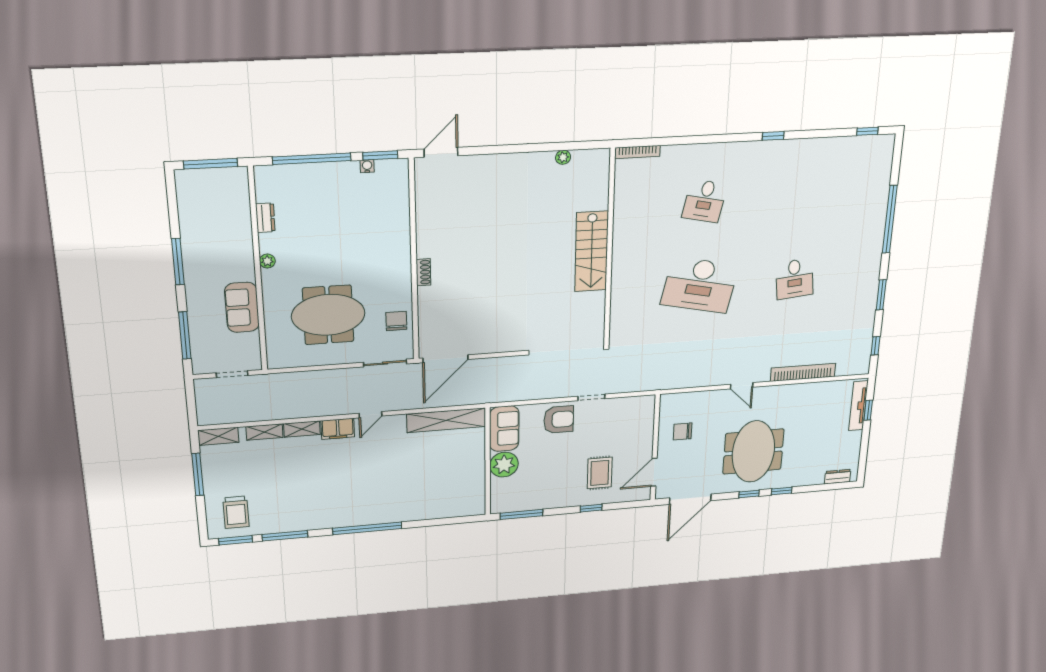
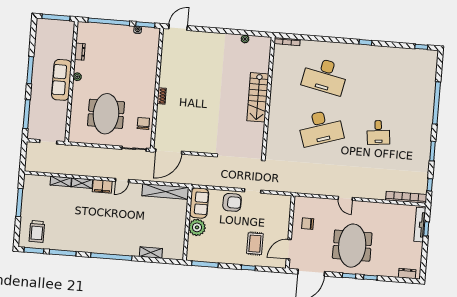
desk: (705, 201) -> (325, 76), width x1.87, depth x1.30
desk: (700, 285) -> (321, 128), turned -30
sofa: (242, 307) -> (62, 80), moved, width x1.36
meeting table: (328, 315) -> (106, 114), turned 90
bookcase: (803, 372) -> (406, 197), moved
shelving: (218, 436) -> (151, 253), moved

